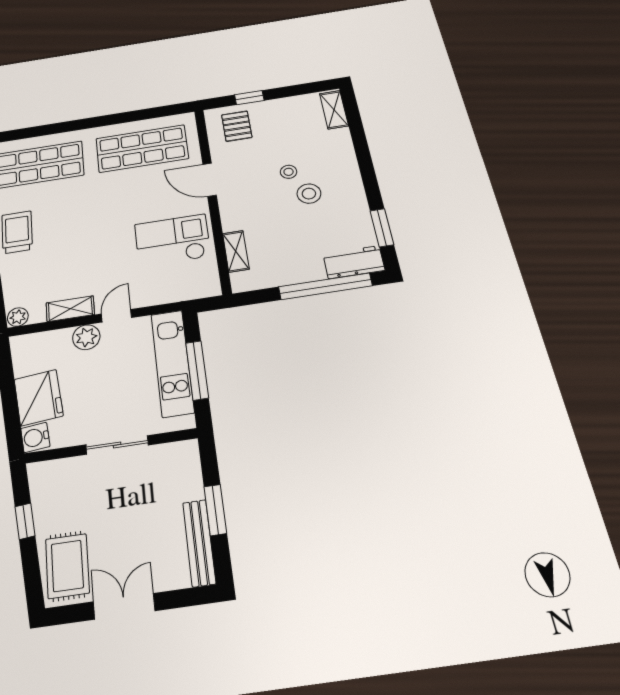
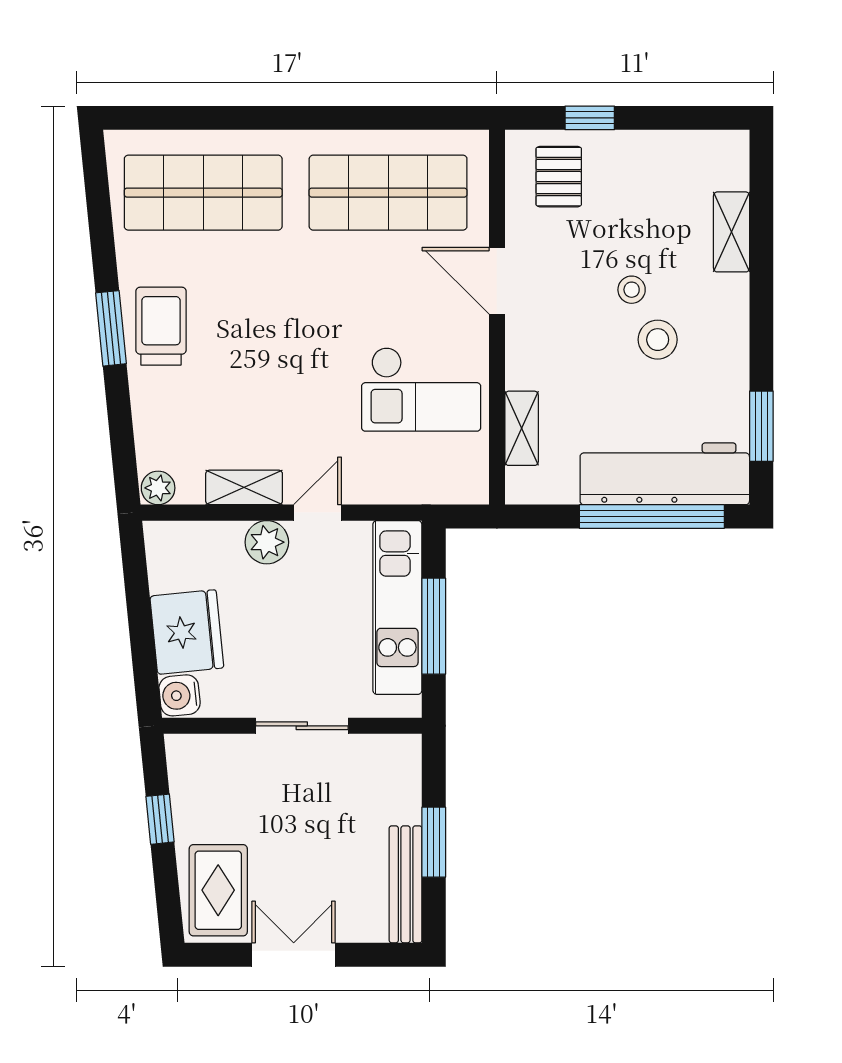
shelving: (334, 110) -> (732, 232), moved
checkout: (172, 240) -> (421, 389), turned 180
workbench: (354, 262) -> (665, 474), width x1.88, depth x1.32

